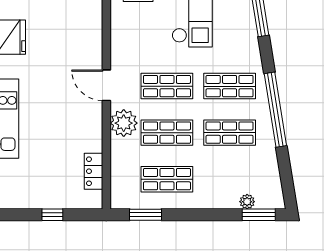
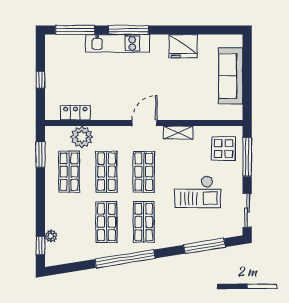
shelving: (118, 43) -> (178, 133), added
plant: (124, 123) -> (82, 137), moved
window: (259, 215) -> (40, 245), width x0.67

